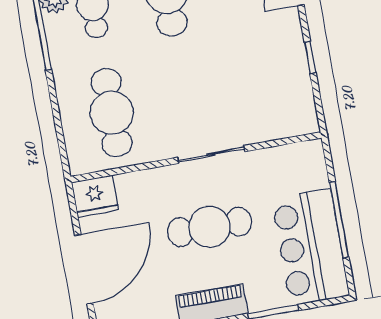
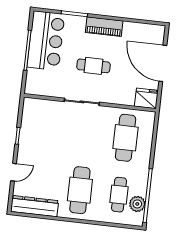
cafe table: (210, 227) -> (93, 66), width x0.73, depth x0.74
door: (84, 269) -> (163, 63), hinge flipped

